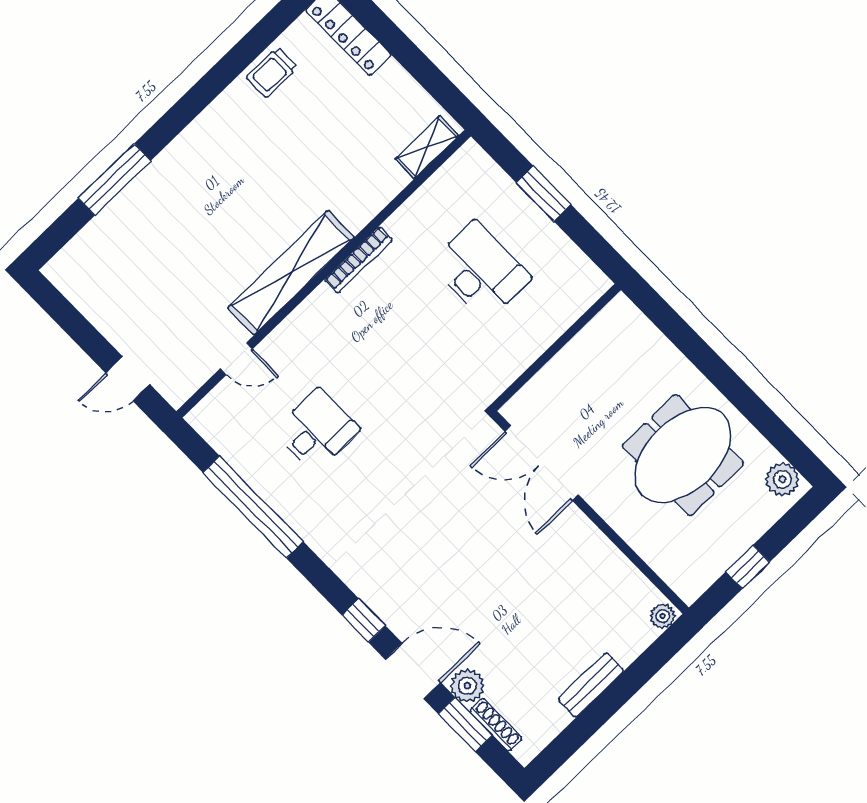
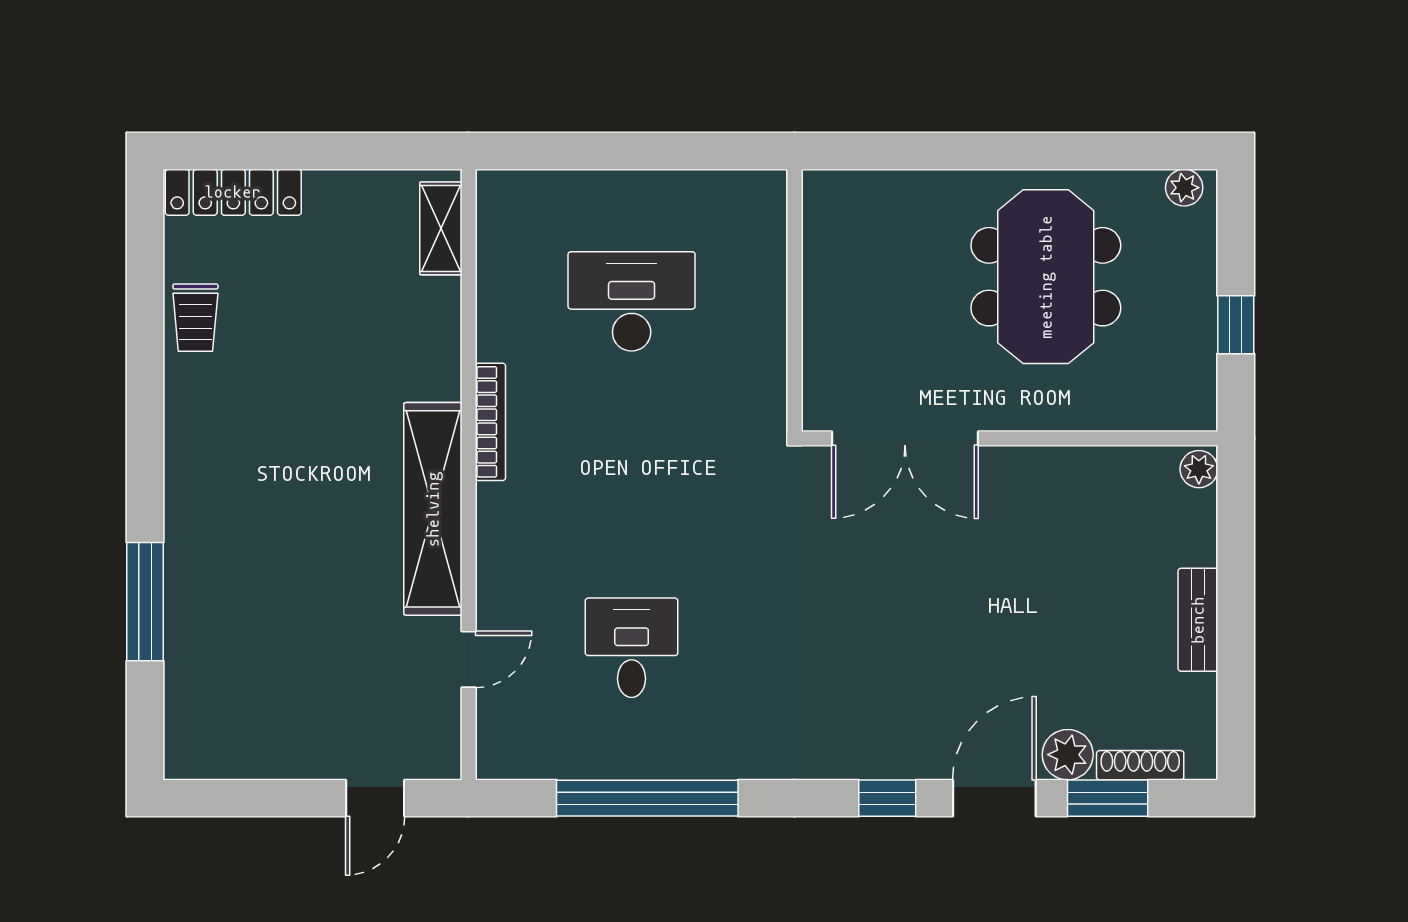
window: (544, 194) -> (614, 151), removed
plant: (782, 479) -> (1184, 188), width x0.73, depth x0.73

